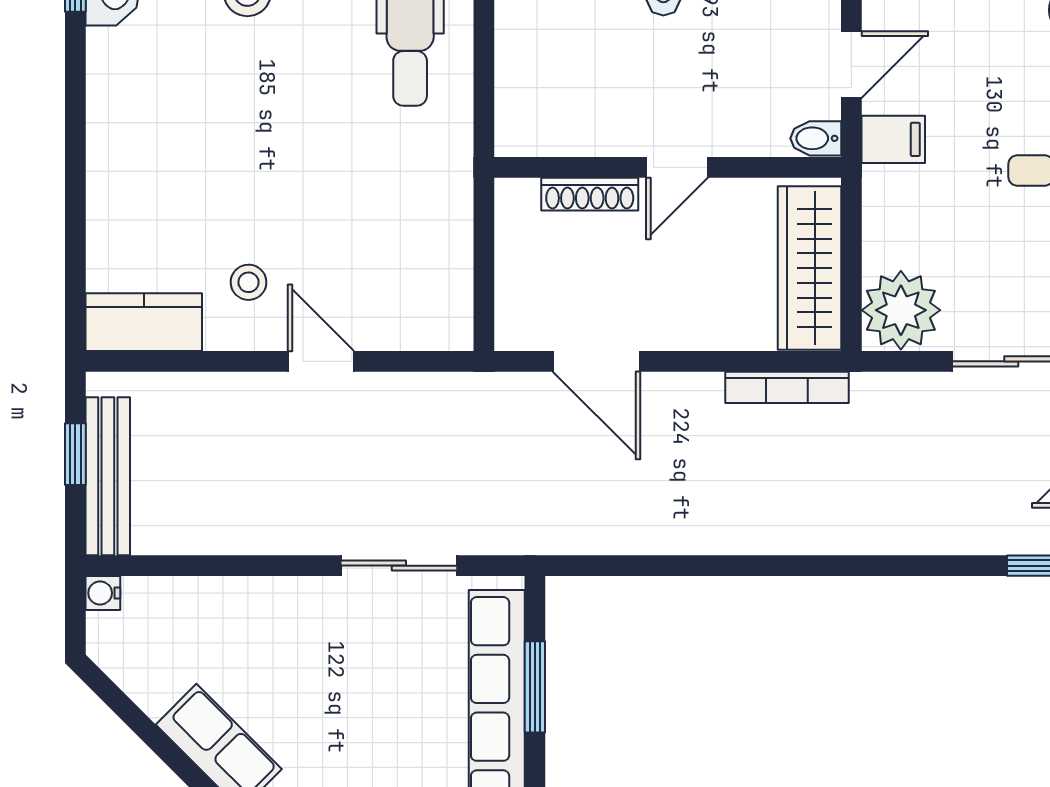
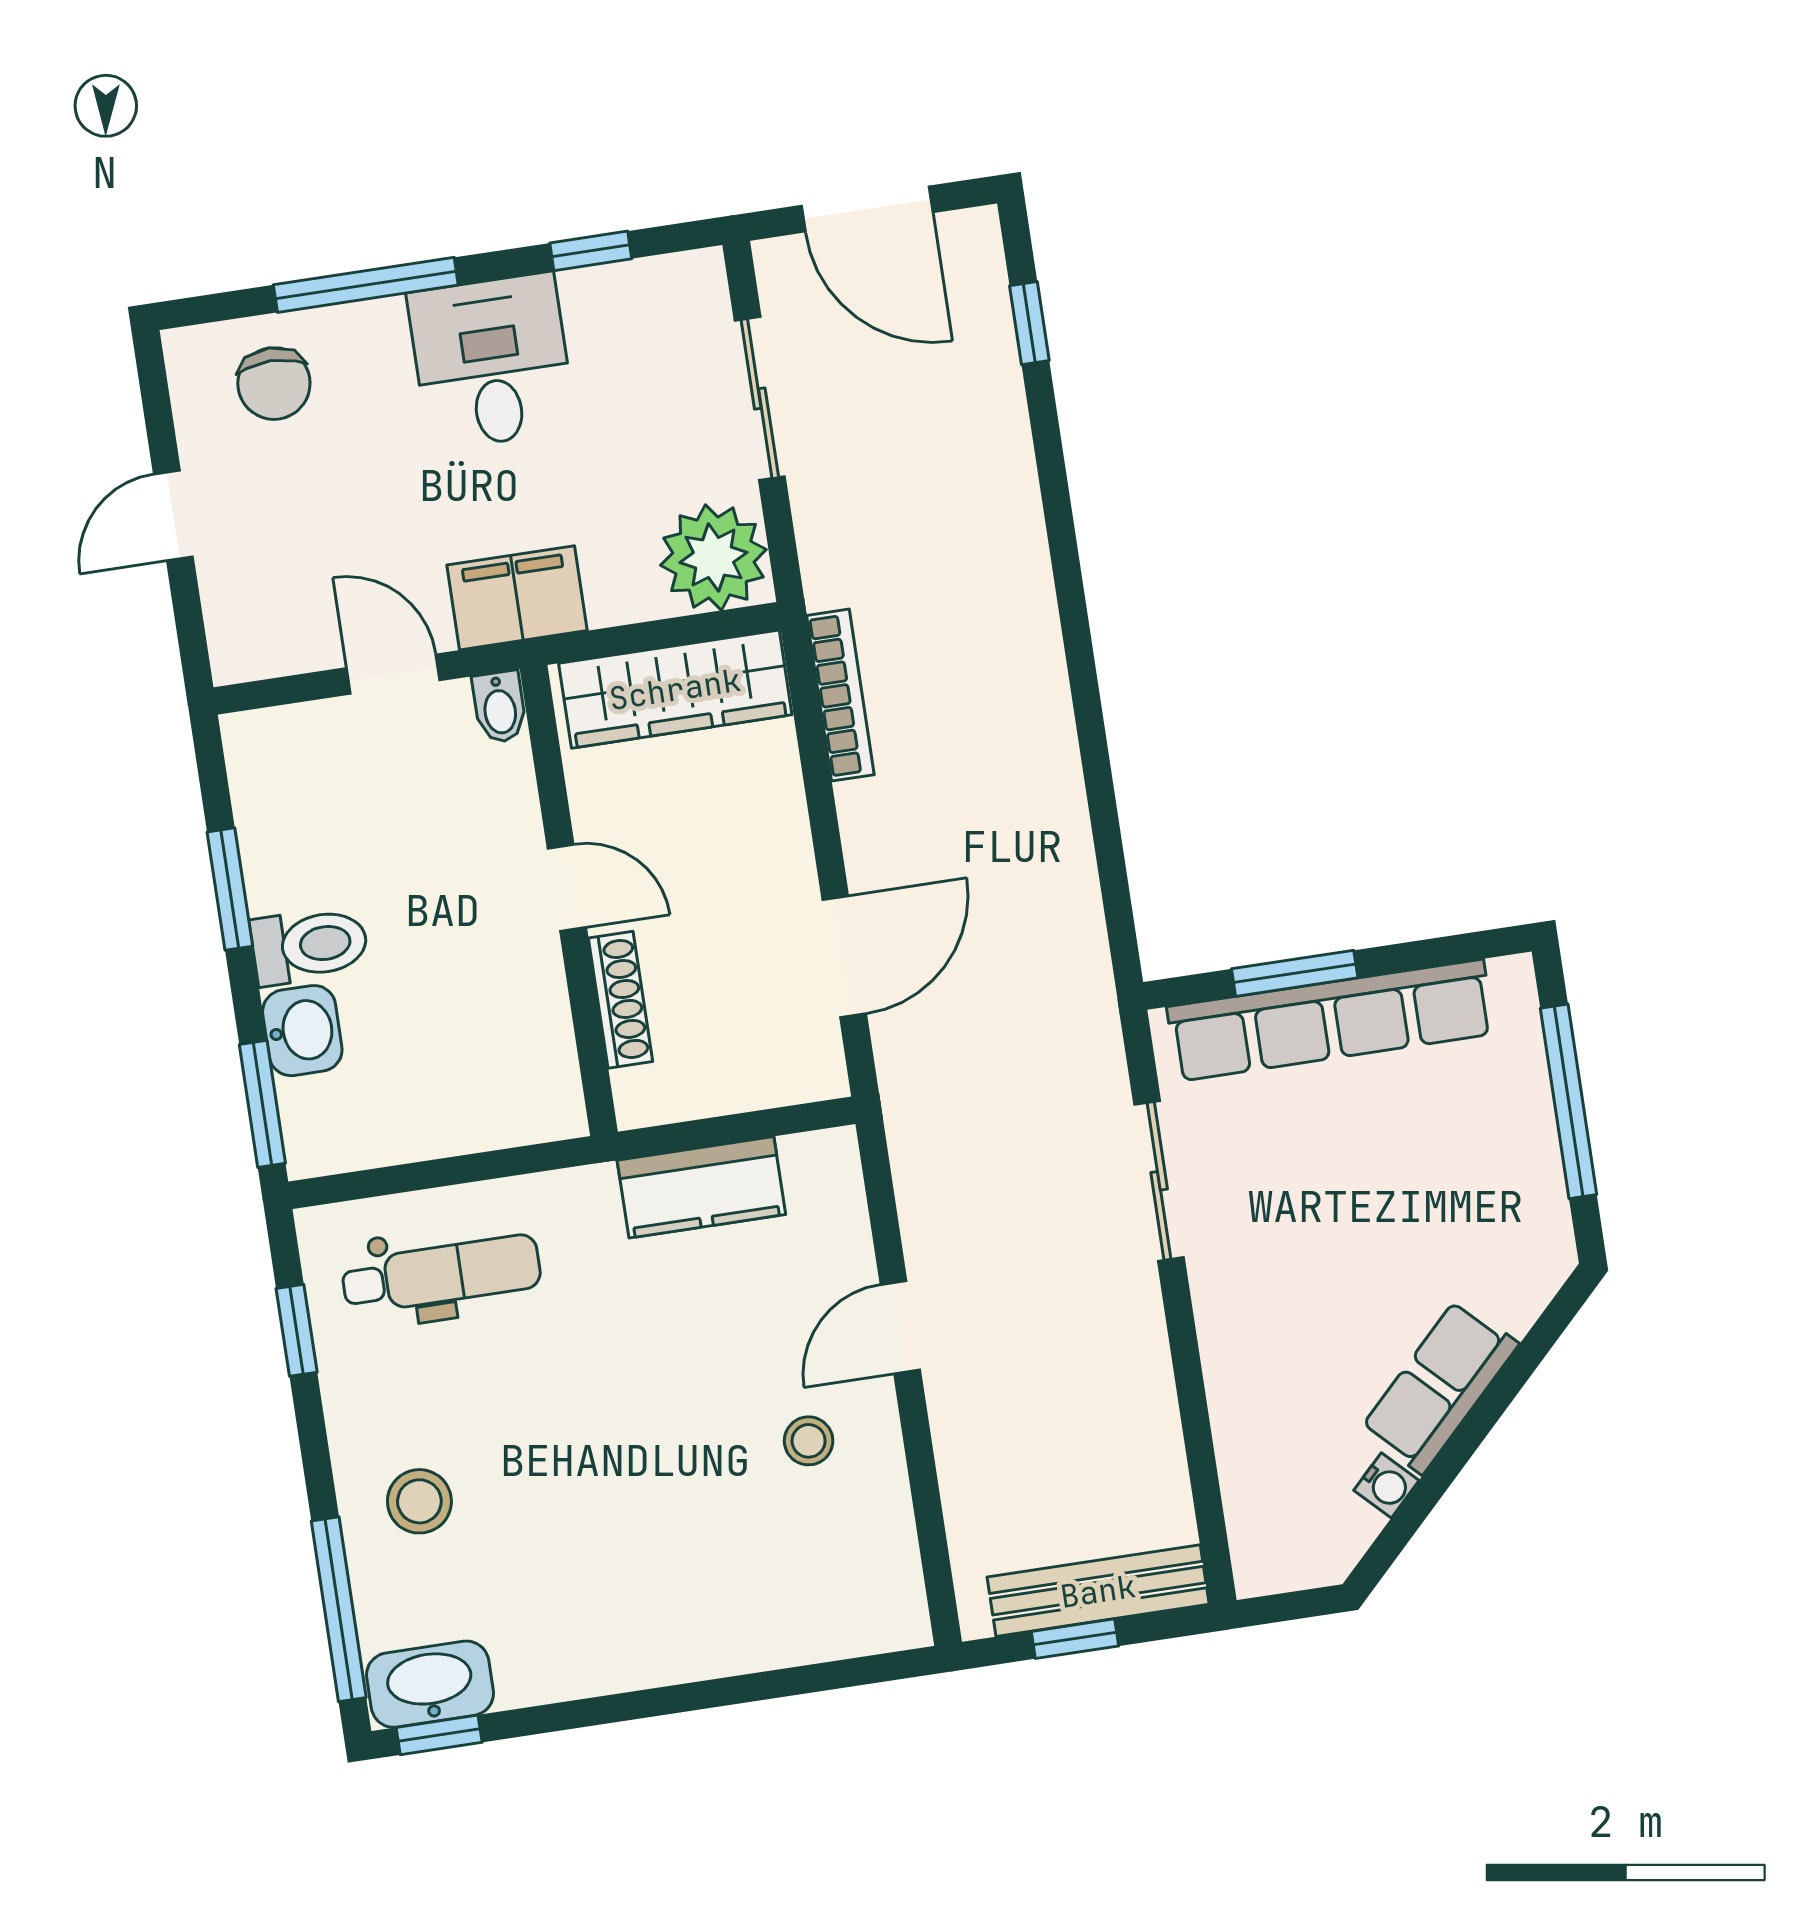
filing cabinet: (893, 139) -> (517, 598), width x2.00
kitchen counter: (144, 322) -> (701, 1187), moved, turned -90
water cooler: (103, 593) -> (1386, 1485), moved, turned -45

